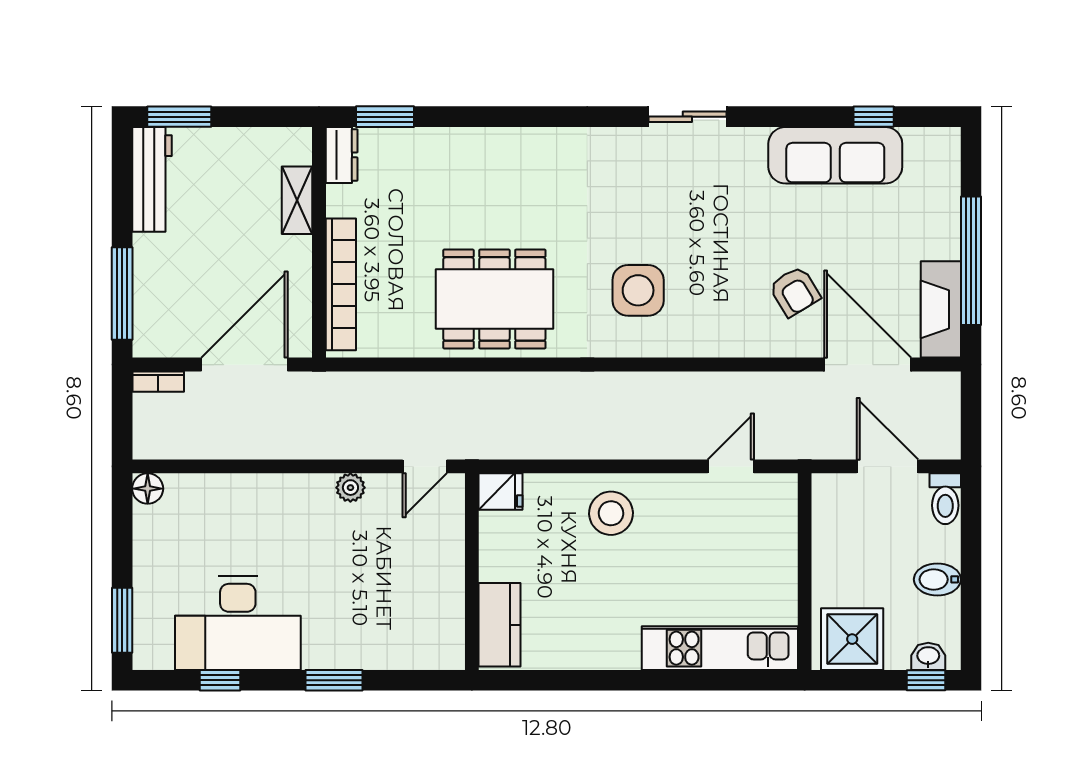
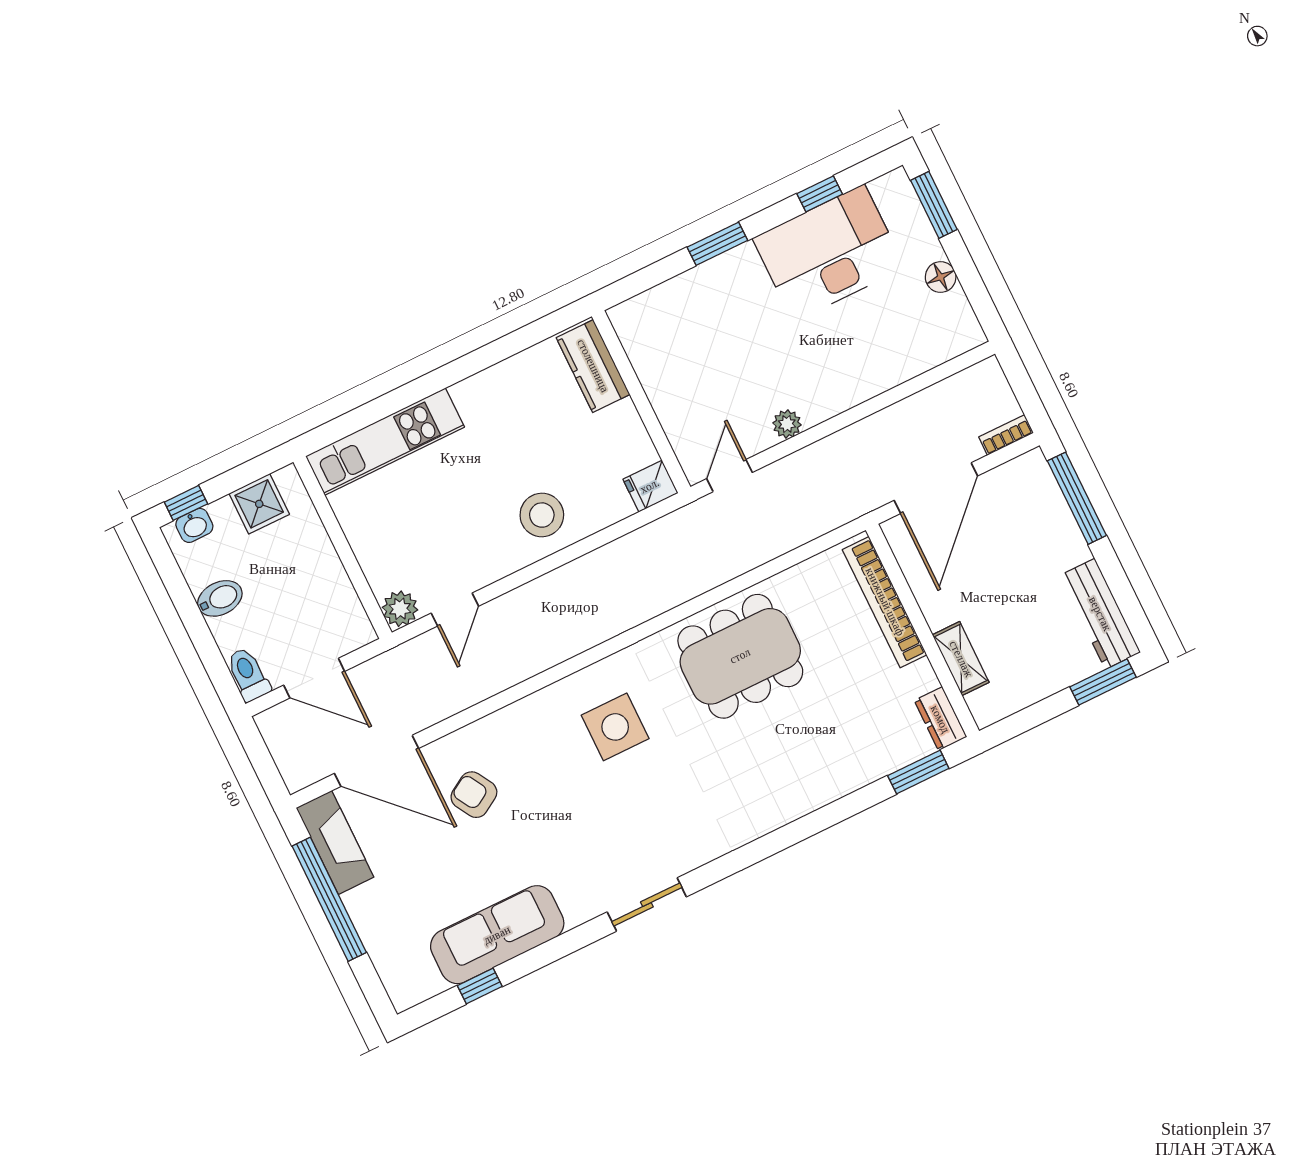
floor lamp: (148, 489) -> (941, 277), moved
plant: (780, 491) -> (400, 609), added
shower: (852, 639) -> (259, 504), width x0.73, depth x0.73

